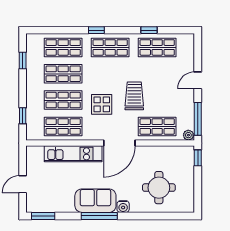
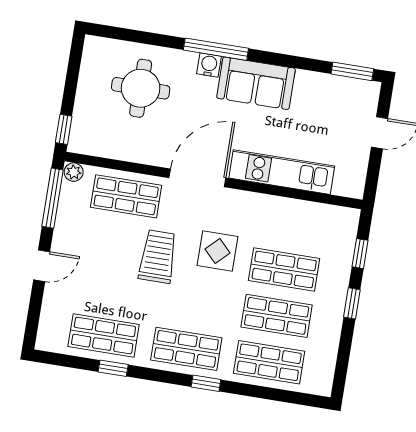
window: (23, 61) -> (352, 303), moved
trolley: (134, 96) -> (158, 257), turned 180
shop shelf: (63, 126) -> (292, 223), removed
window: (99, 216) -> (216, 49), moved

